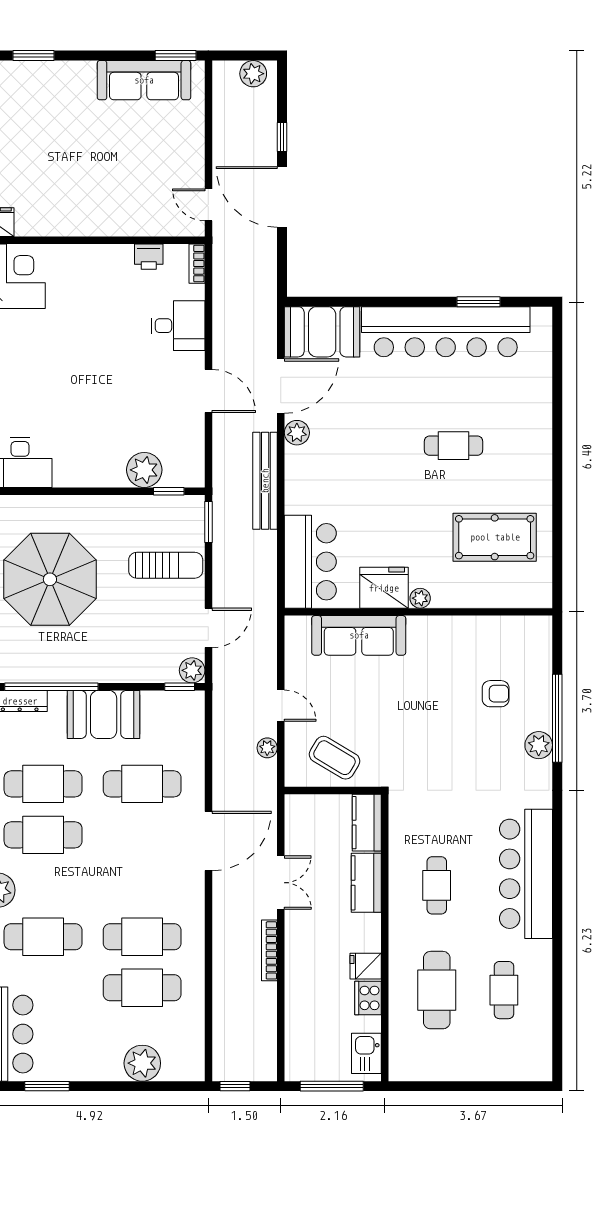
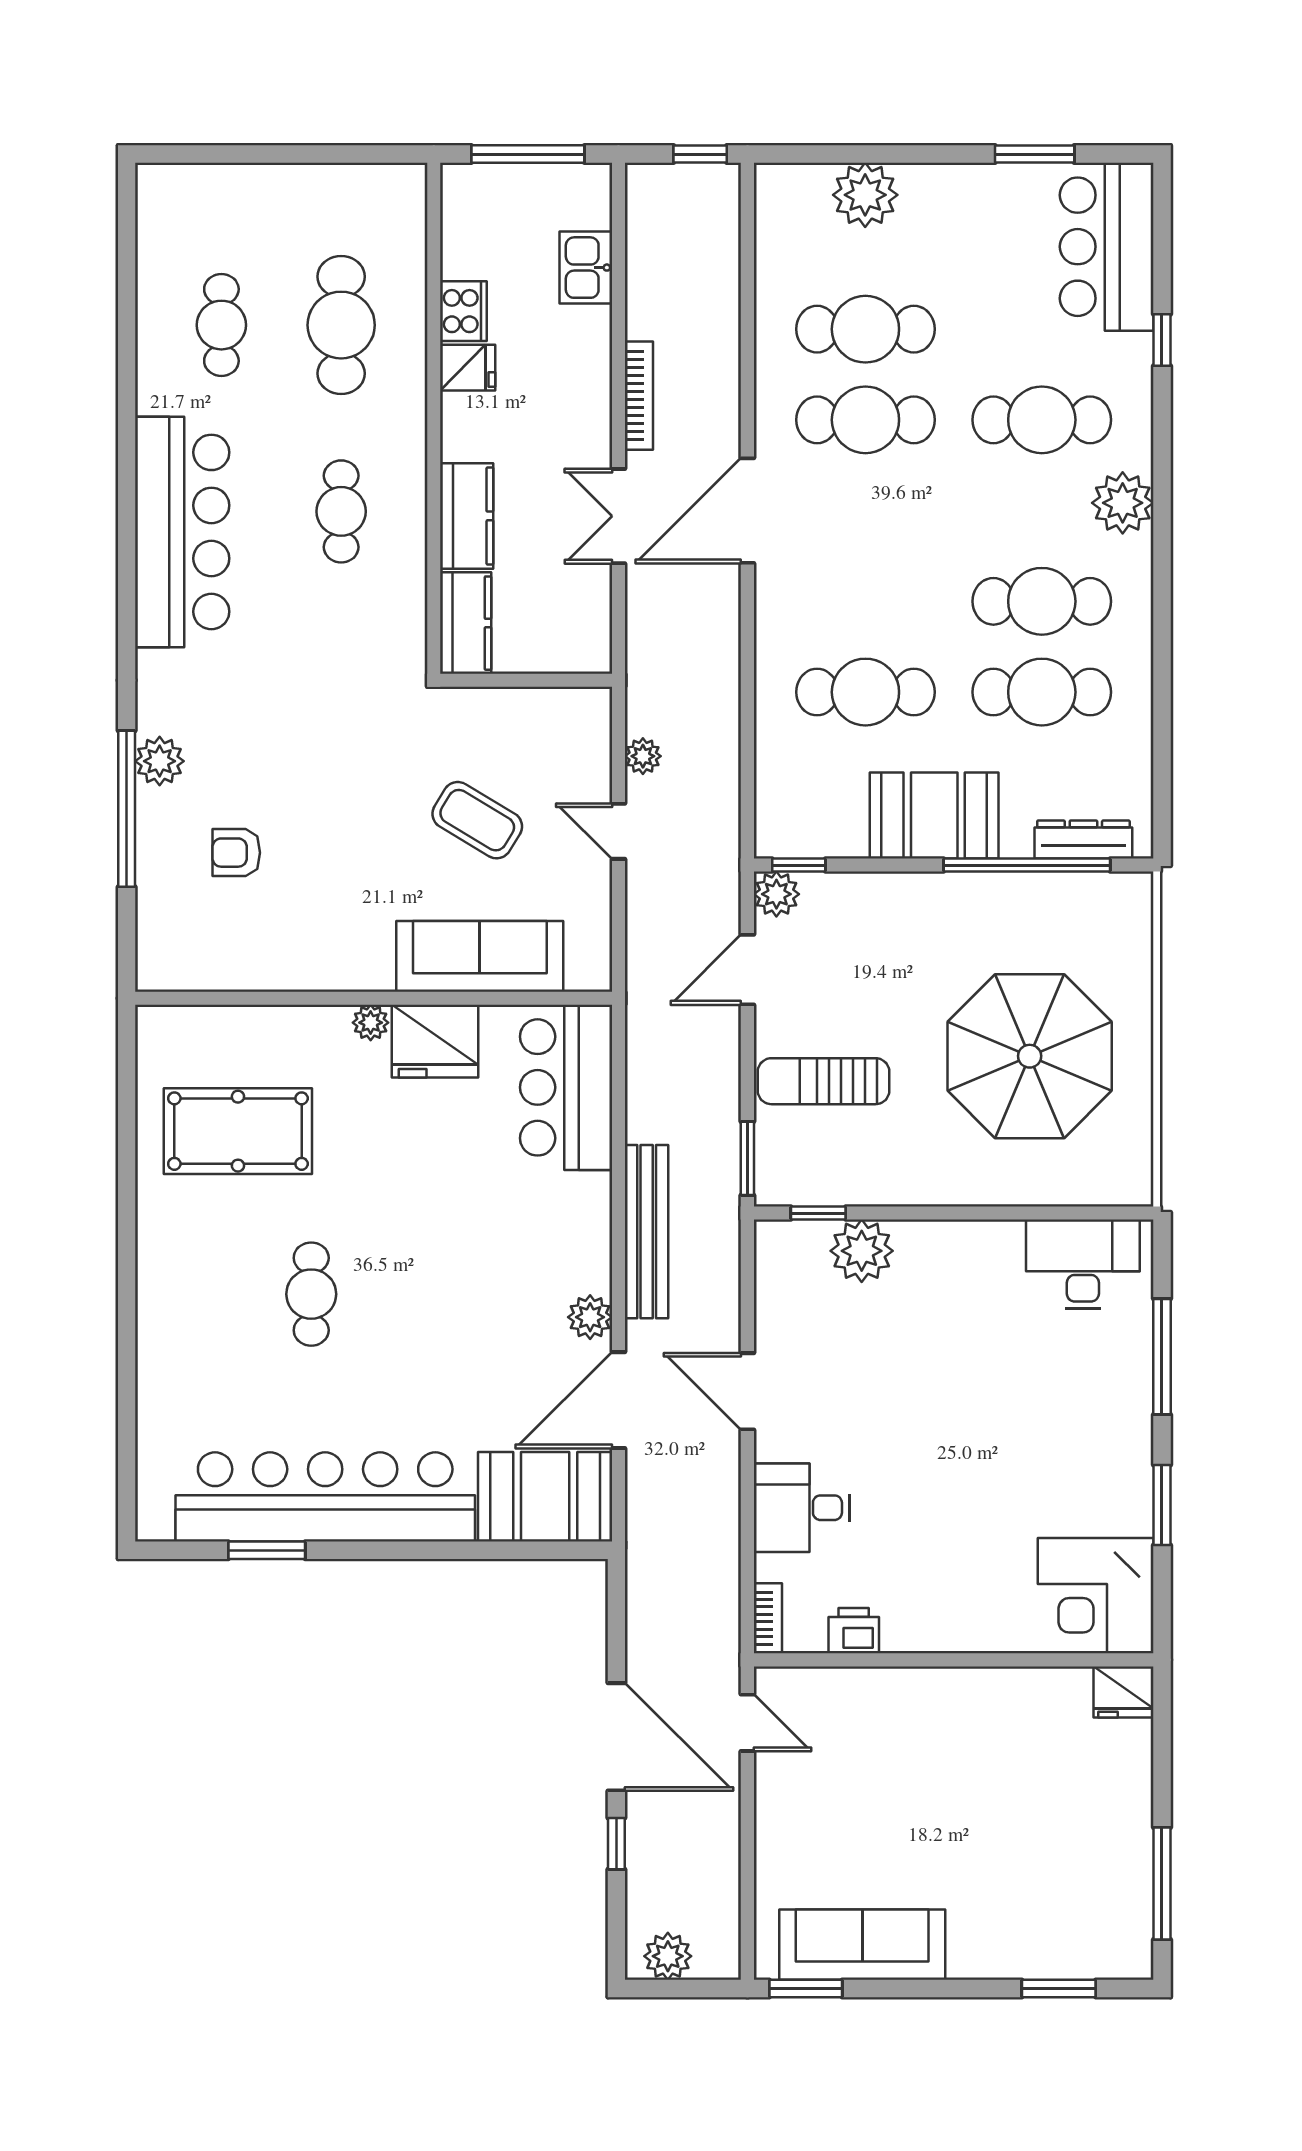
cafe table: (453, 446) -> (311, 1294), turned 90
coffee table: (334, 758) -> (477, 820), moved
door: (208, 841) -> (747, 511), moved
kitchen sink: (366, 1053) -> (586, 268), moved, turned 180

